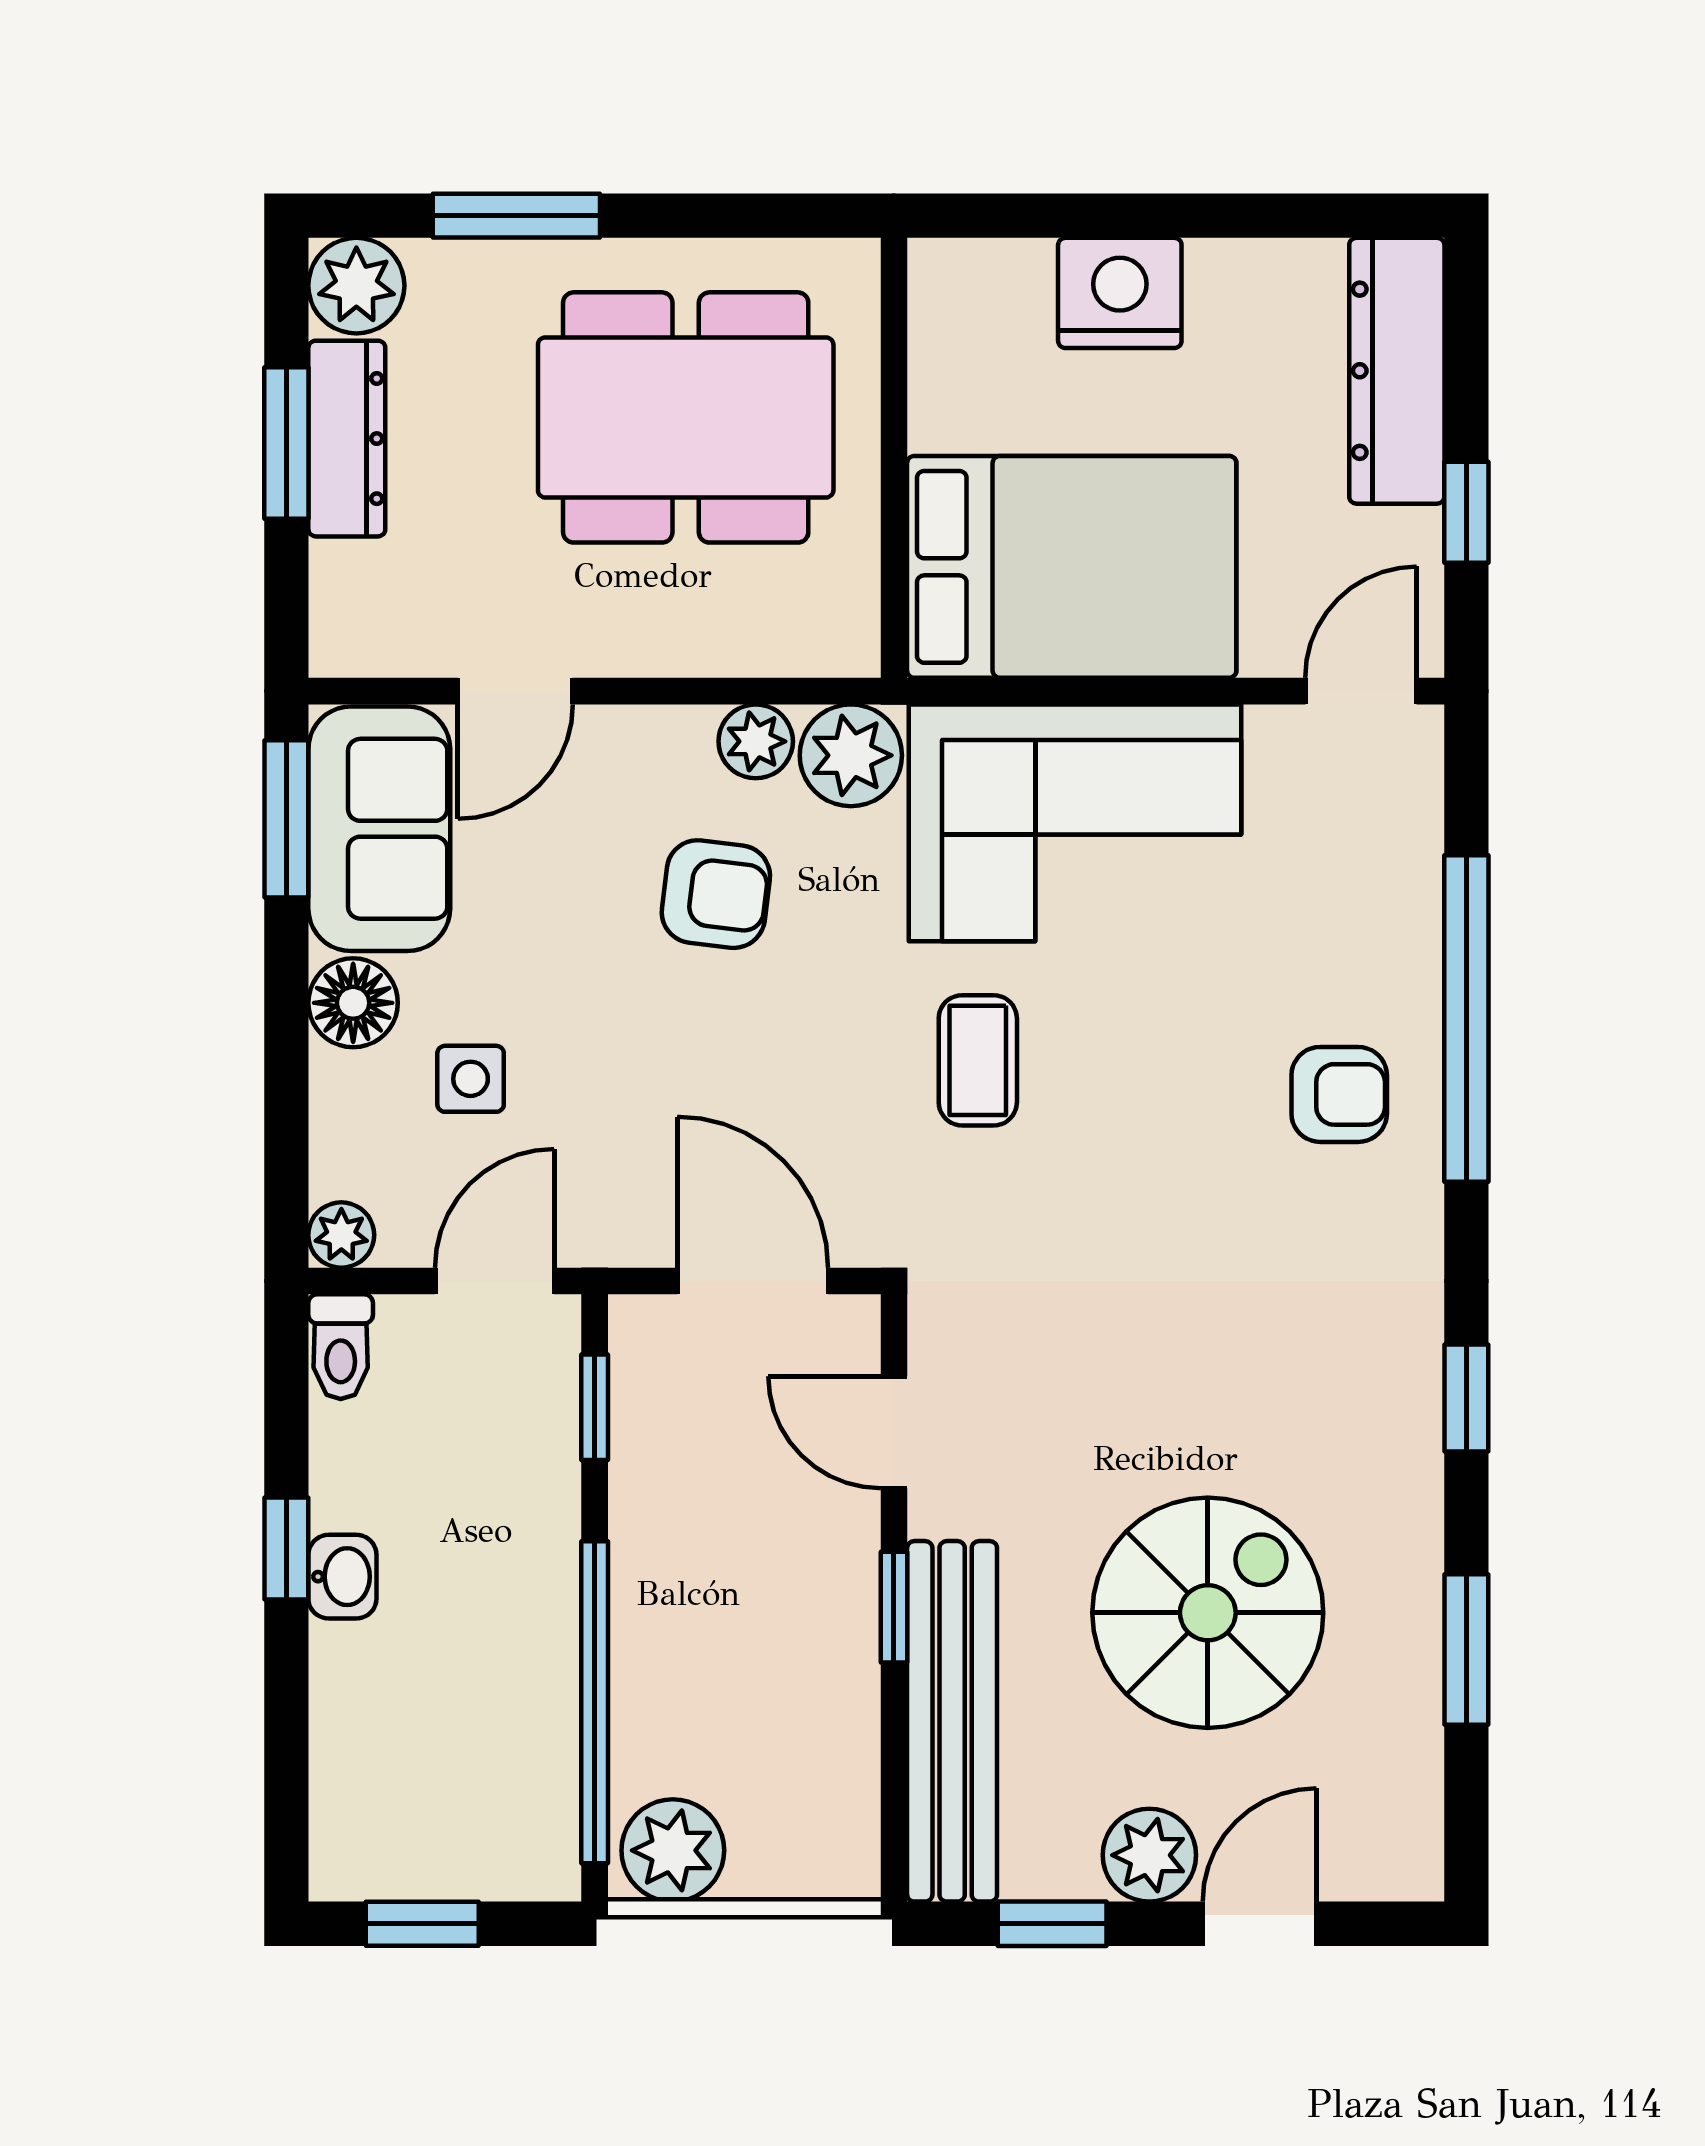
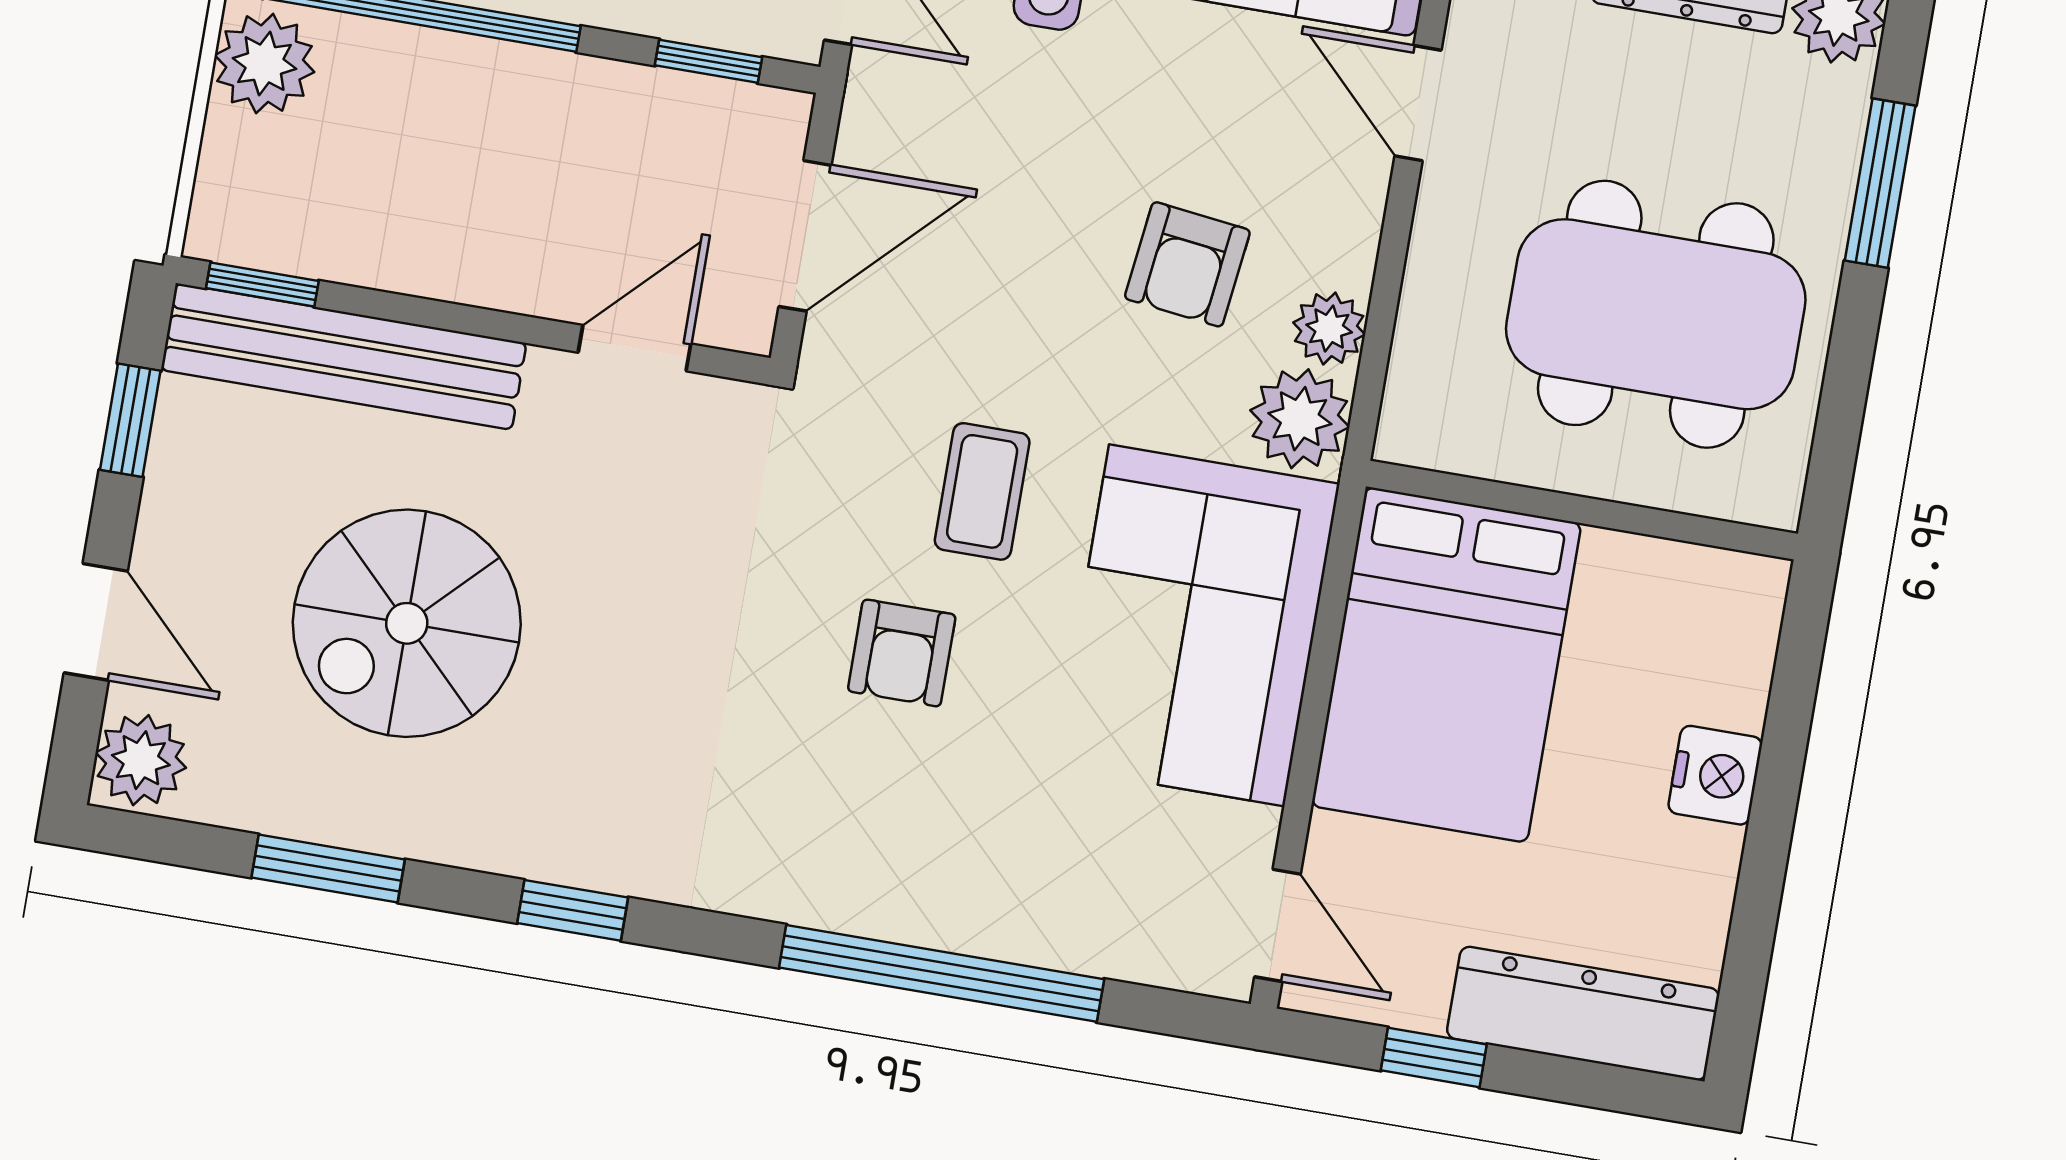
nightstand: (1120, 293) -> (1715, 775), width x0.74, depth x0.75
dining table: (686, 417) -> (1656, 314), turned 90
coffee table: (978, 1060) -> (982, 491), turned 90
armchair: (1339, 1094) -> (902, 653), moved
window: (894, 1607) -> (262, 285), moved
spiral stairs: (1208, 1613) -> (407, 623), turned 90
plant: (1149, 1855) -> (141, 760), moved

